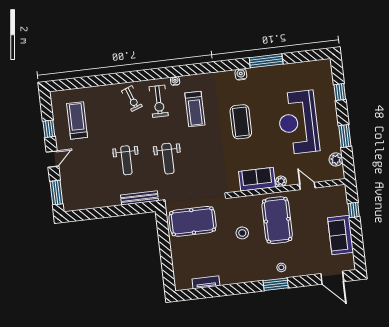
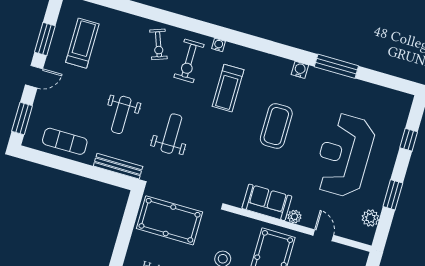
window: (49, 129) -> (45, 39), width x1.50
weight bench: (168, 159) -> (171, 134), turned 180
exercise mat: (94, 196) -> (65, 141), added

